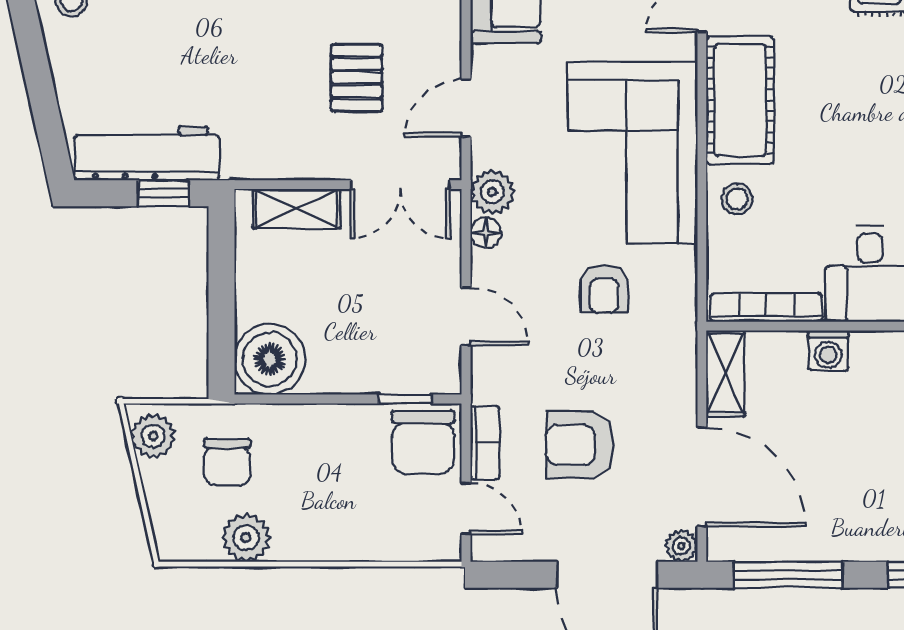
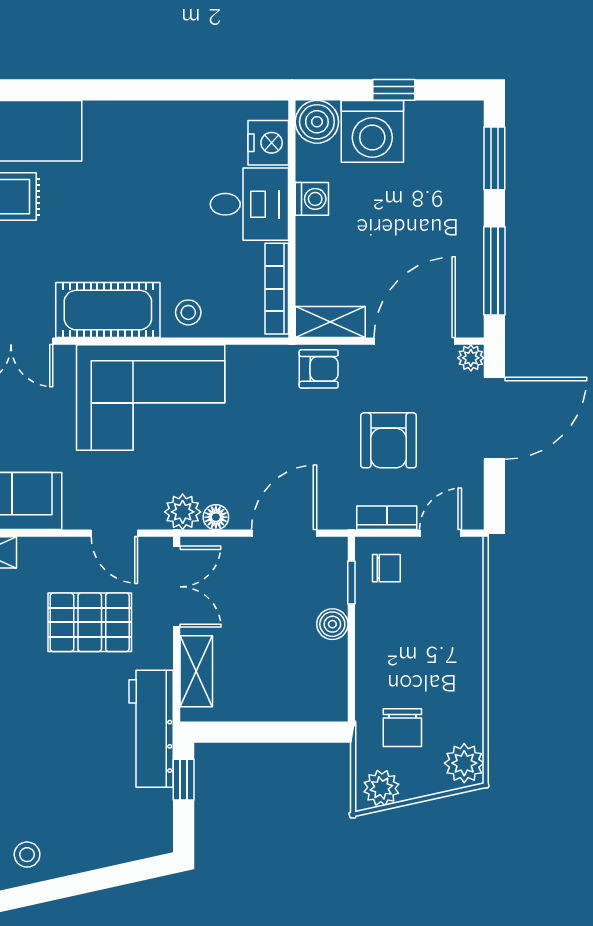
pallet: (357, 78) -> (90, 622), width x1.50, depth x1.42
workbench: (147, 153) -> (151, 729), moved
armchair: (604, 289) -> (319, 369), moved
door: (466, 316) -> (284, 533), width x1.38
washing machine: (828, 351) -> (312, 199), moved
boiler: (270, 359) -> (332, 624), moved, width x0.54, depth x0.54
chair: (423, 442) -> (386, 568), width x0.54, depth x0.54
chair: (227, 462) -> (402, 728), turned 90
plant: (246, 538) -> (464, 763), moved

